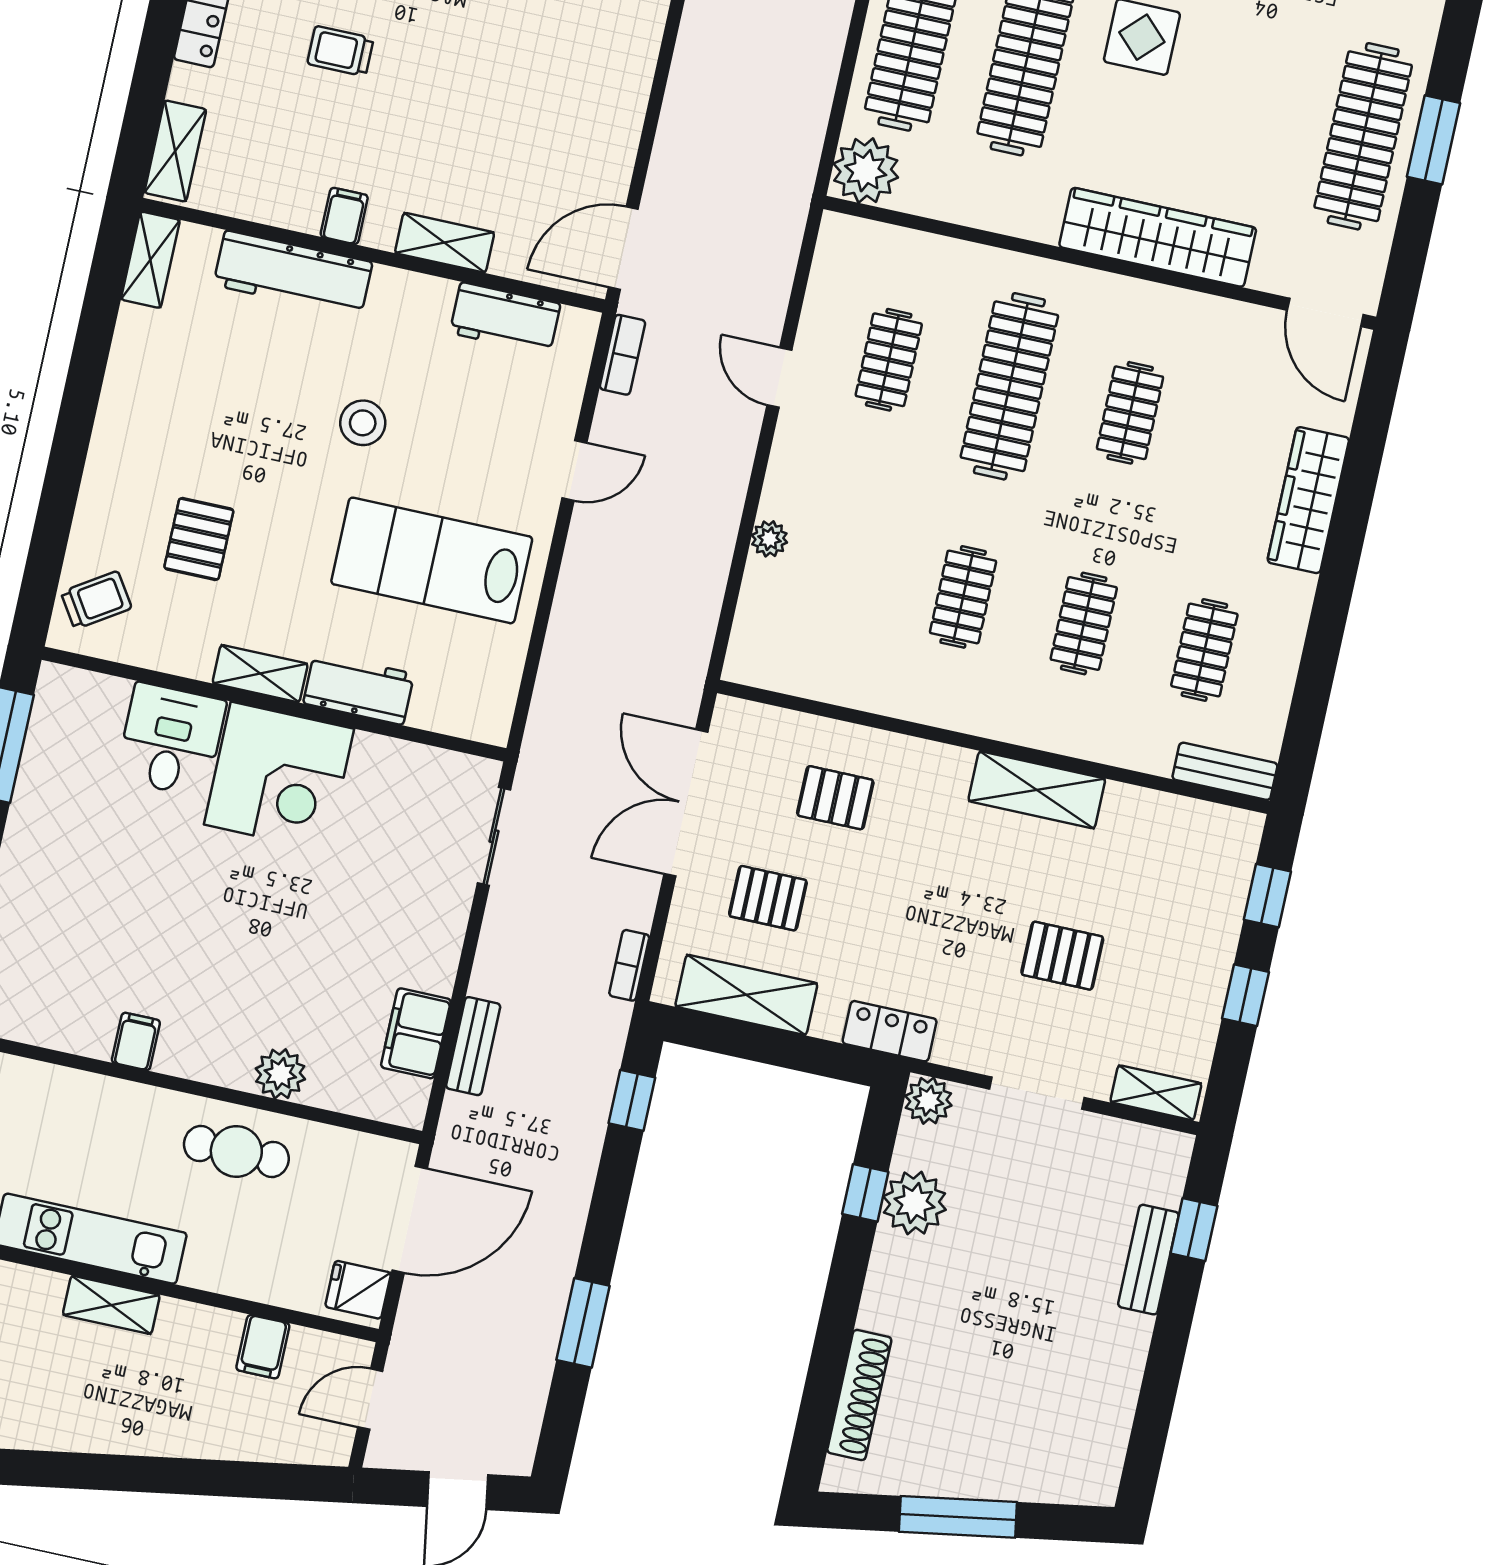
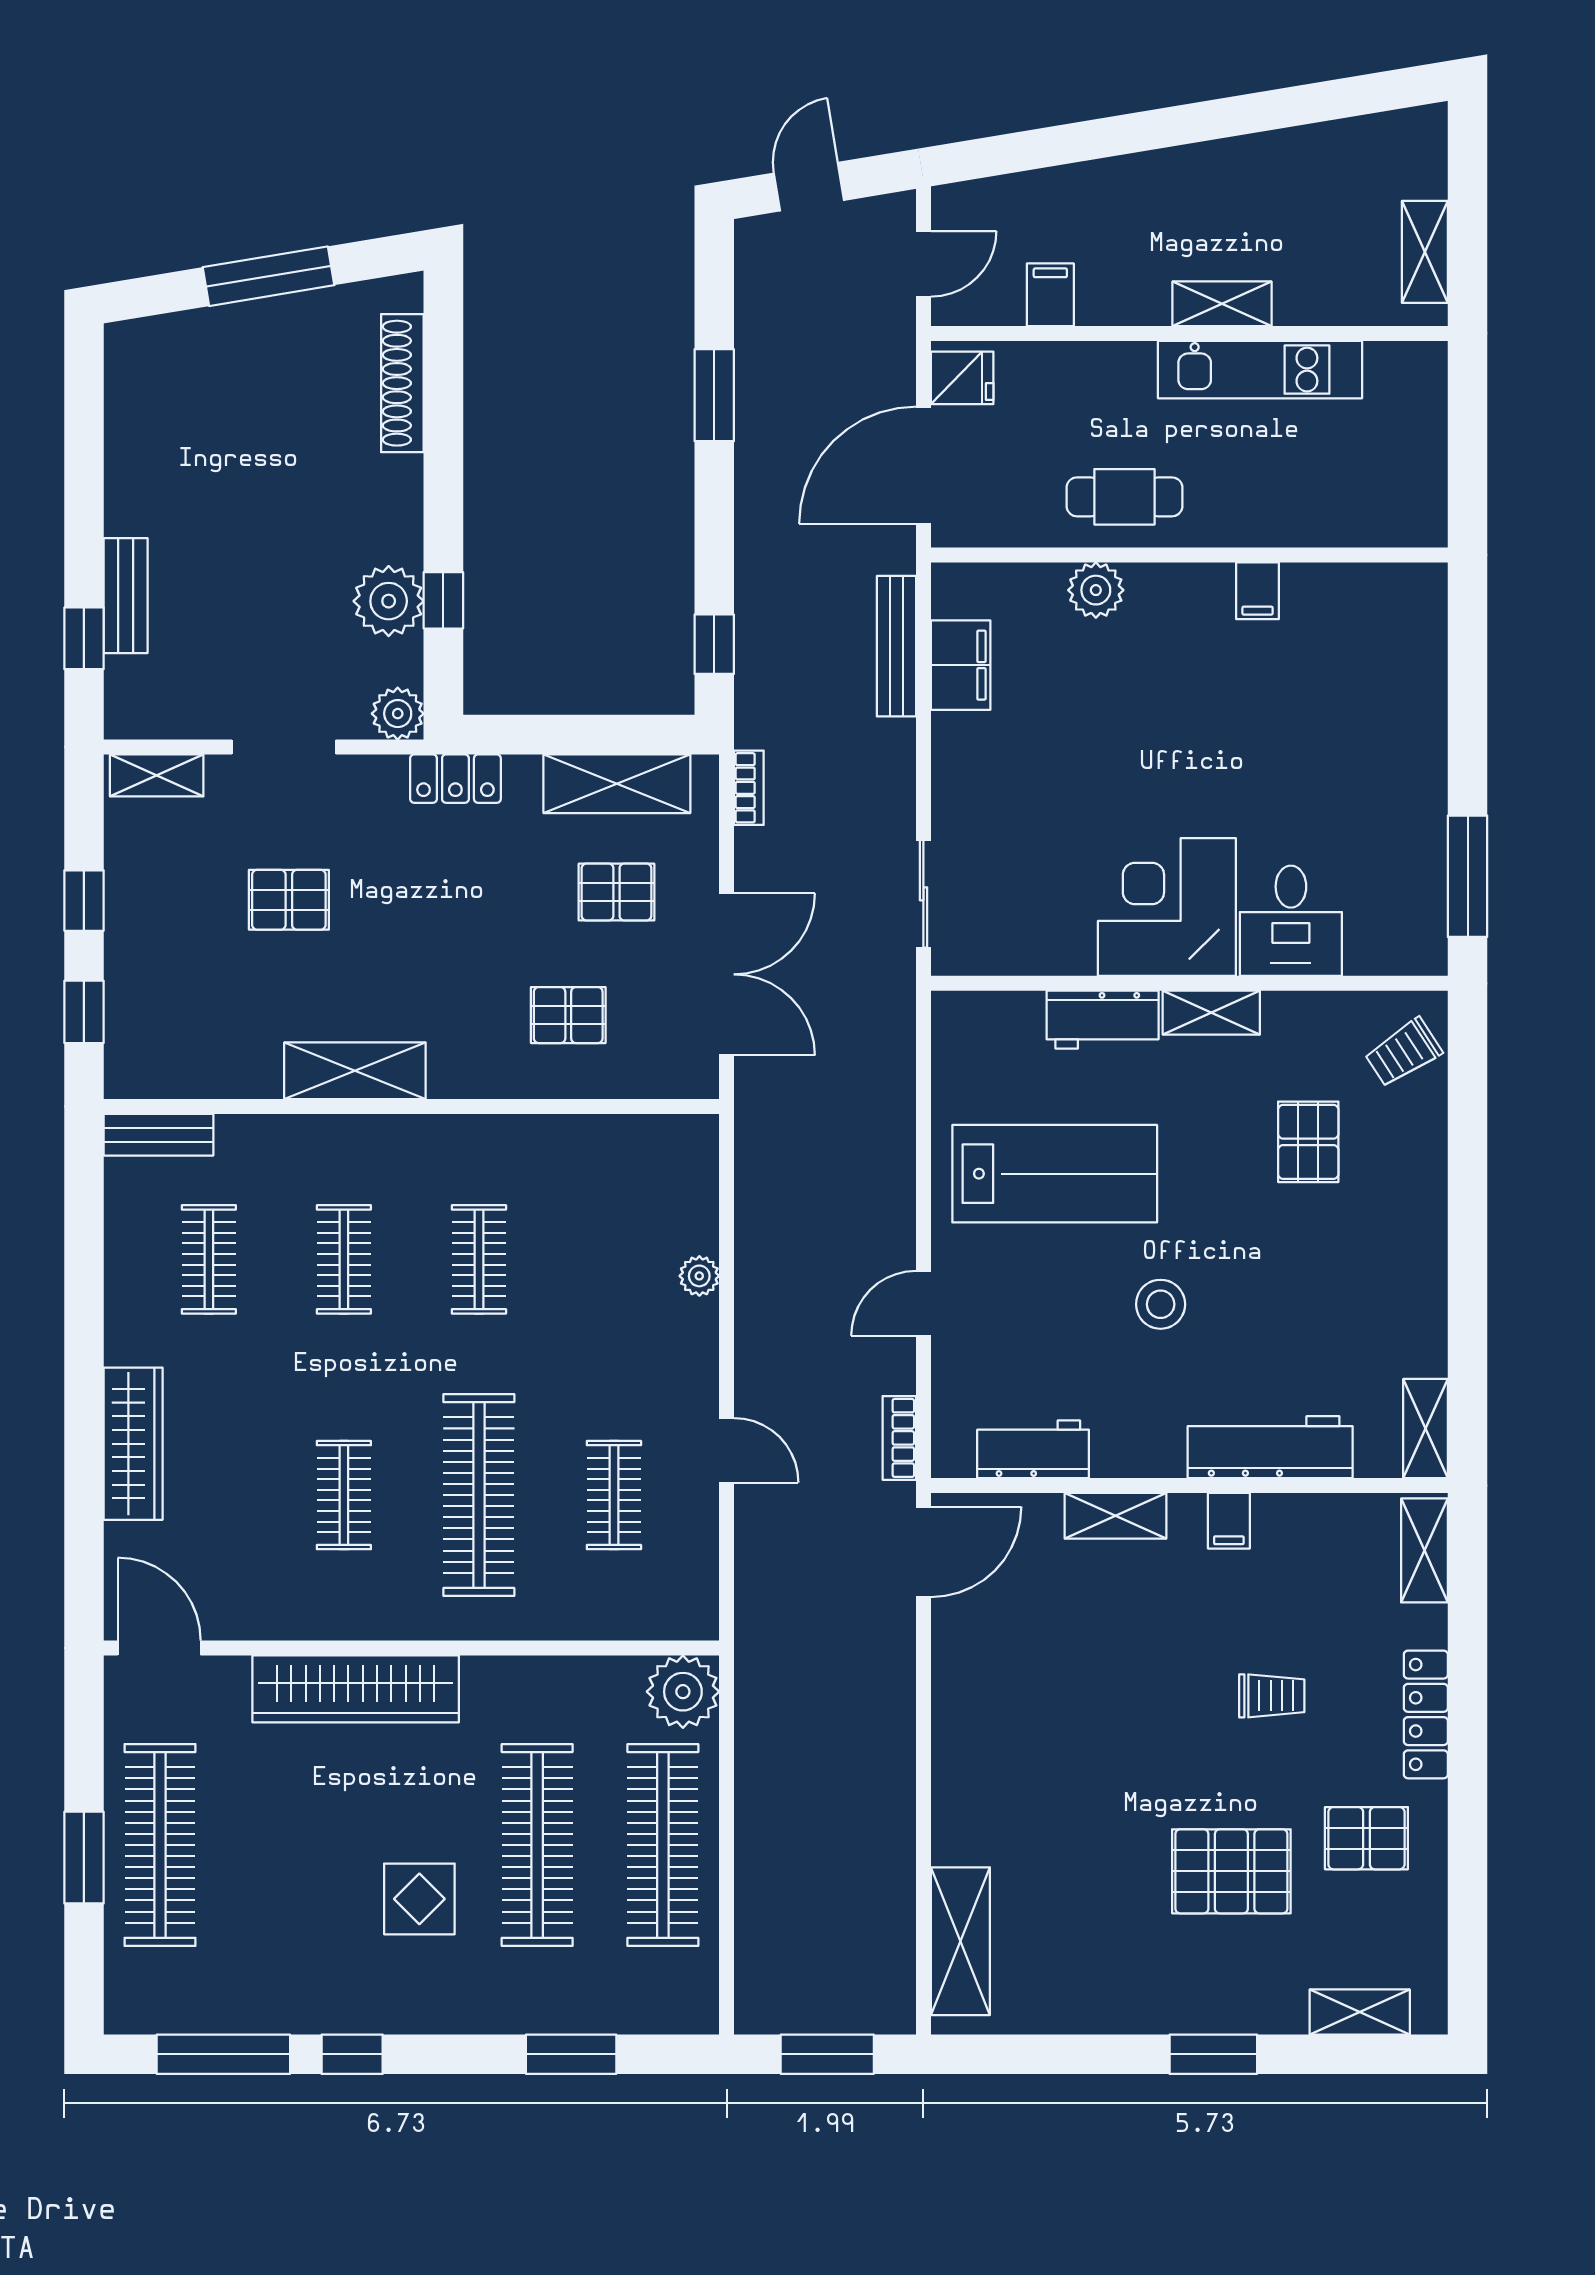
bench: (473, 1046) -> (896, 646), width x1.36

